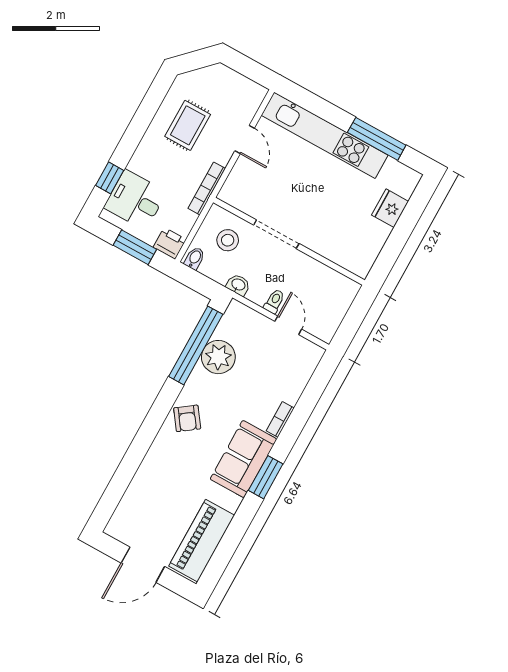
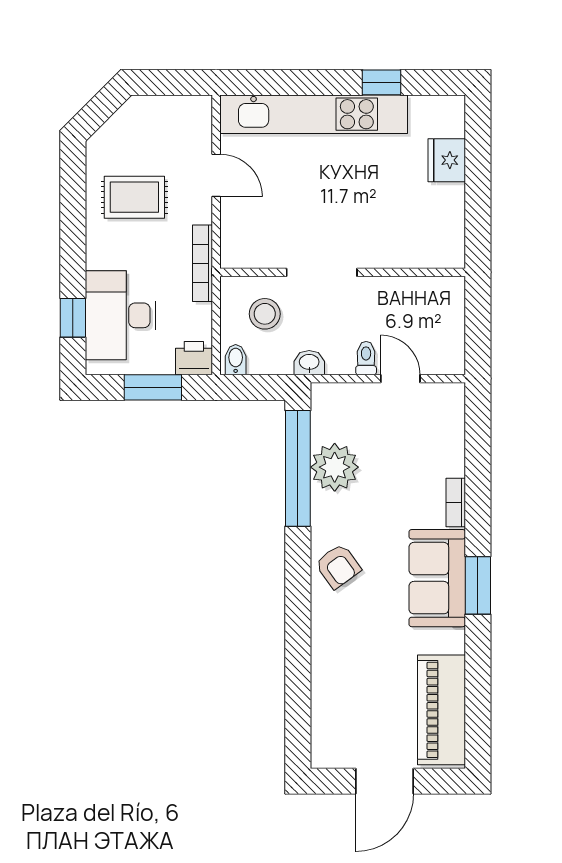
rug: (188, 125) -> (134, 197), turned 90
window: (377, 139) -> (382, 82), width x0.46
desk: (135, 200) -> (120, 315), width x1.37

